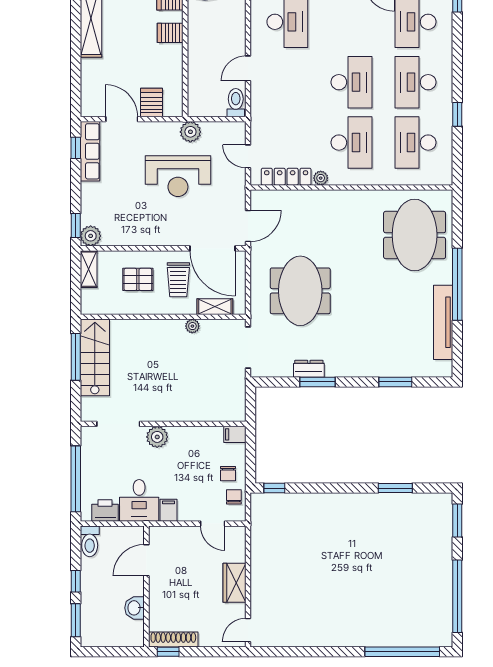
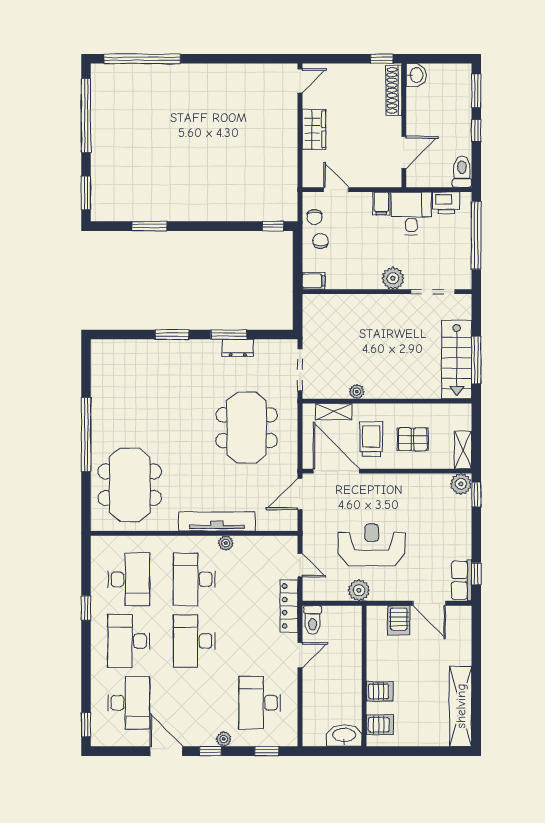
desk: (416, 82) -> (129, 641), turned 180
row of seats: (90, 151) -> (462, 580), width x0.68
locker: (286, 177) -> (289, 606), moved, turned 90
tv unit: (443, 322) -> (217, 521), moved, turned -90
window: (395, 382) -> (172, 334), moved
washbasin: (135, 608) -> (416, 75), moved
shoe rack: (173, 639) -> (394, 90), moved, turned 90

